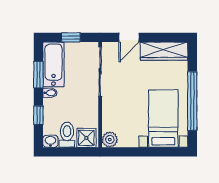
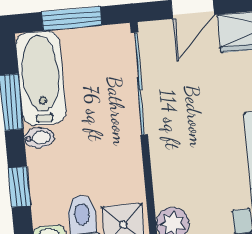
window: (71, 37) -> (72, 19), width x1.50

